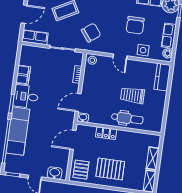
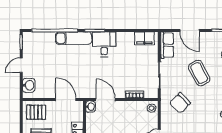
chair: (91, 33) -> (180, 103), turned 84
filing cabinet: (23, 75) -> (144, 38), moved
exam couch: (18, 131) -> (74, 38), width x0.73, depth x0.69

